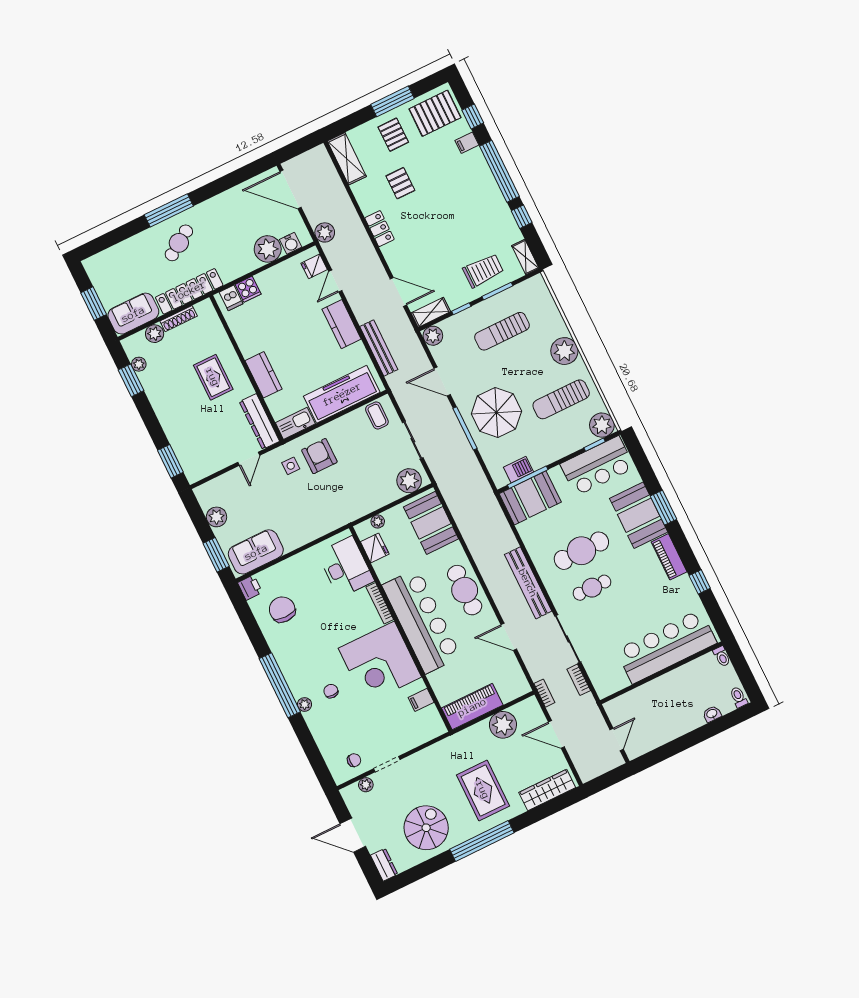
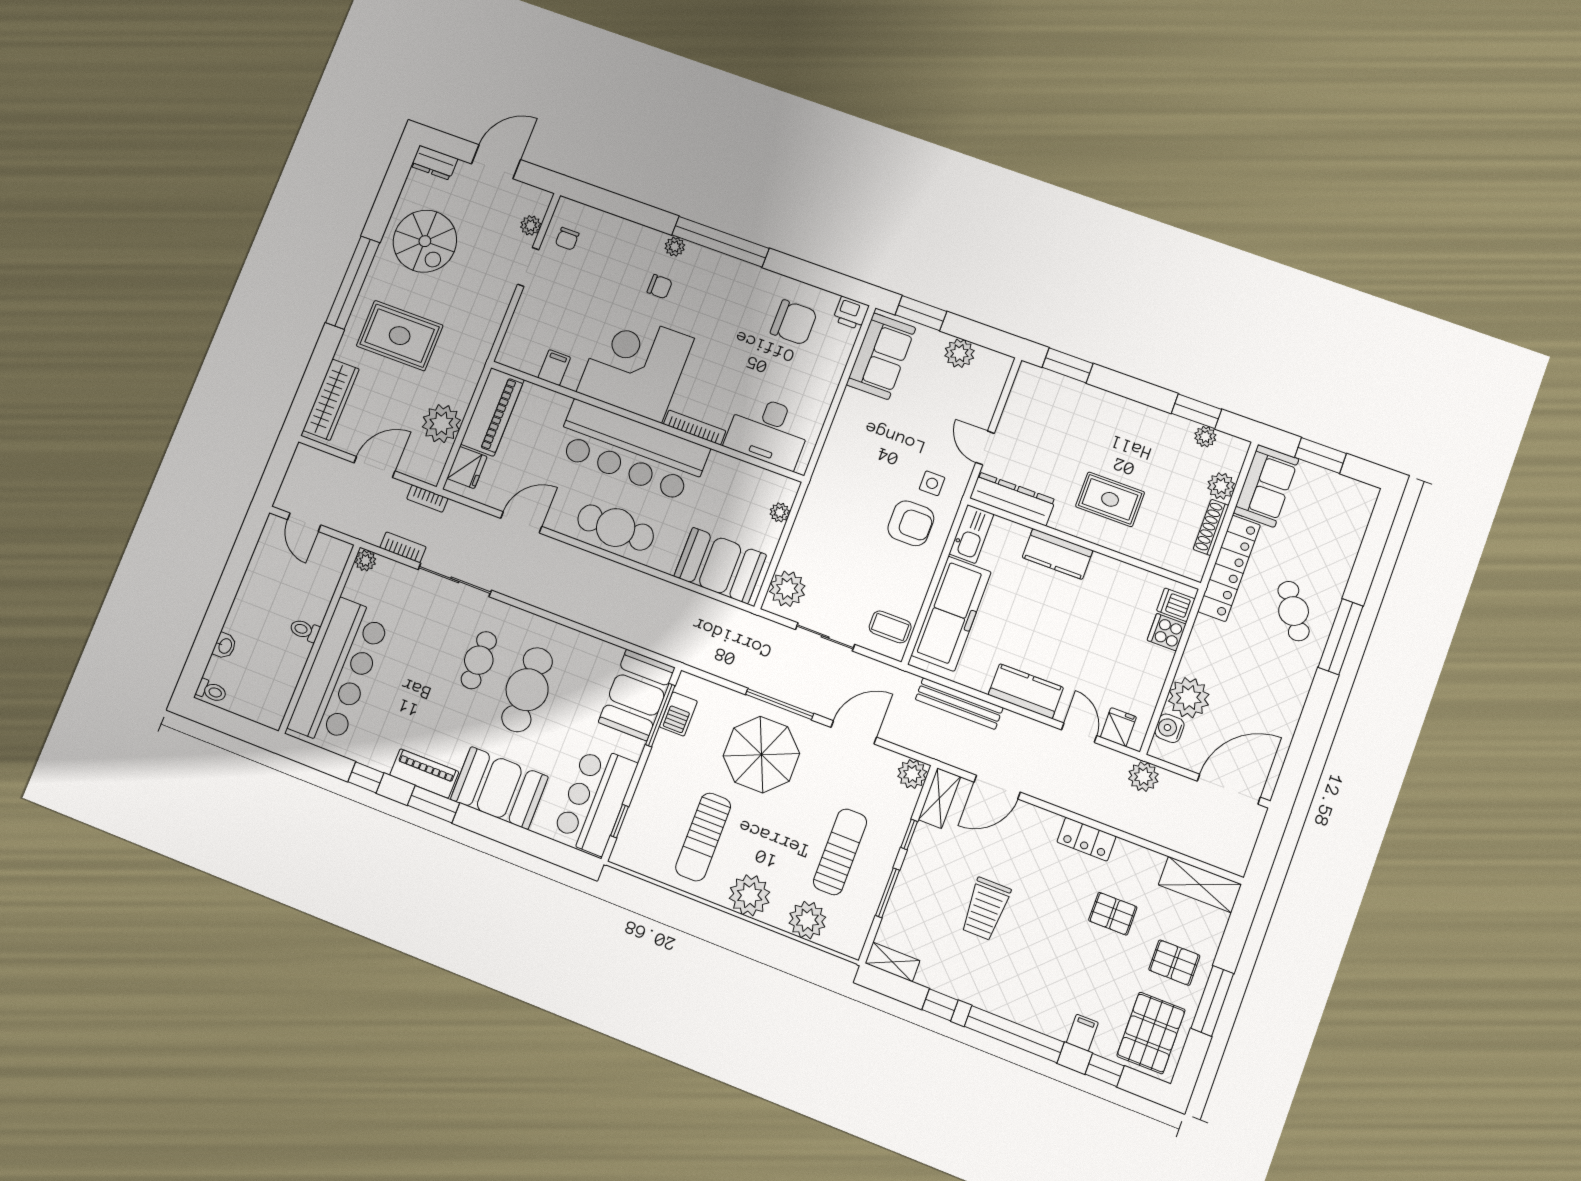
trolley: (483, 271) -> (986, 909), moved
sun lounger: (561, 399) -> (703, 837), turned 180
plant: (602, 425) -> (807, 920), moved
window: (664, 508) -> (434, 804), moved
fridge: (375, 548) -> (467, 468), moved, turned -90
bench: (528, 583) -> (554, 600), removed
toilet: (722, 656) -> (305, 630), moved
plant: (603, 691) -> (366, 561), added

